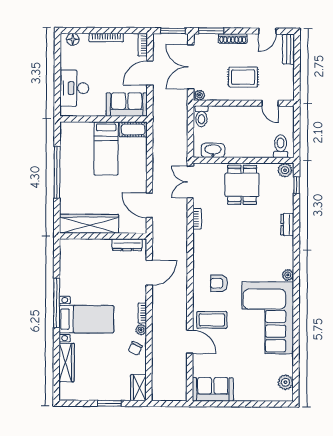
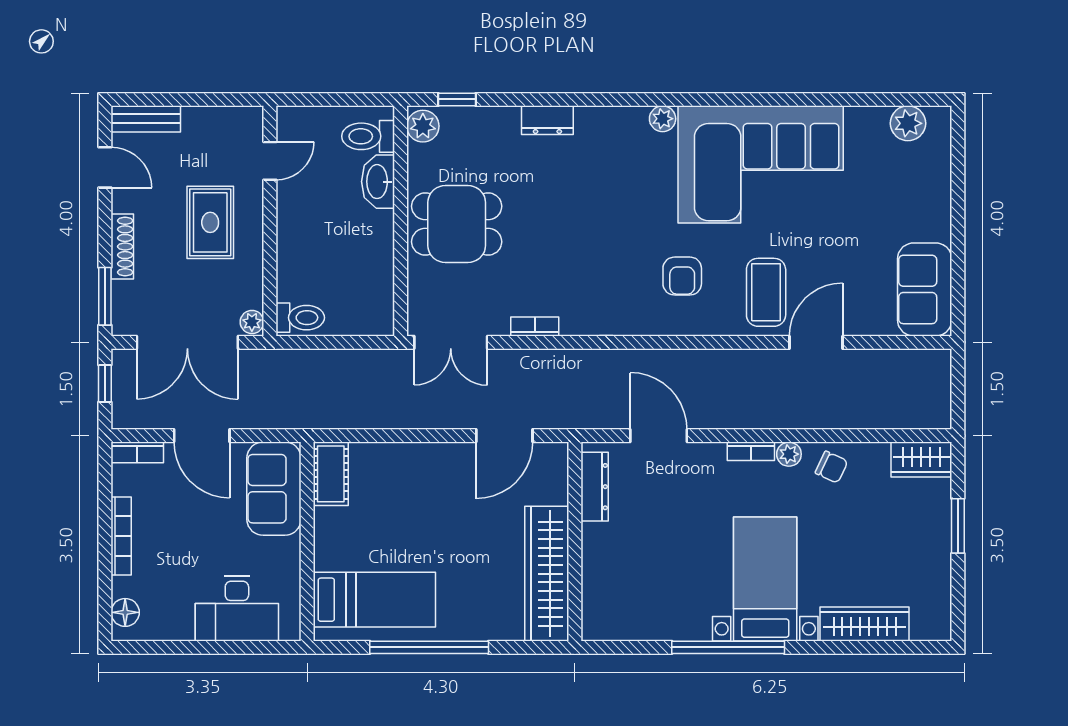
window: (173, 31) -> (105, 383), width x0.67
bed: (106, 148) -> (374, 600), moved
washbasin: (213, 150) -> (378, 182), moved

